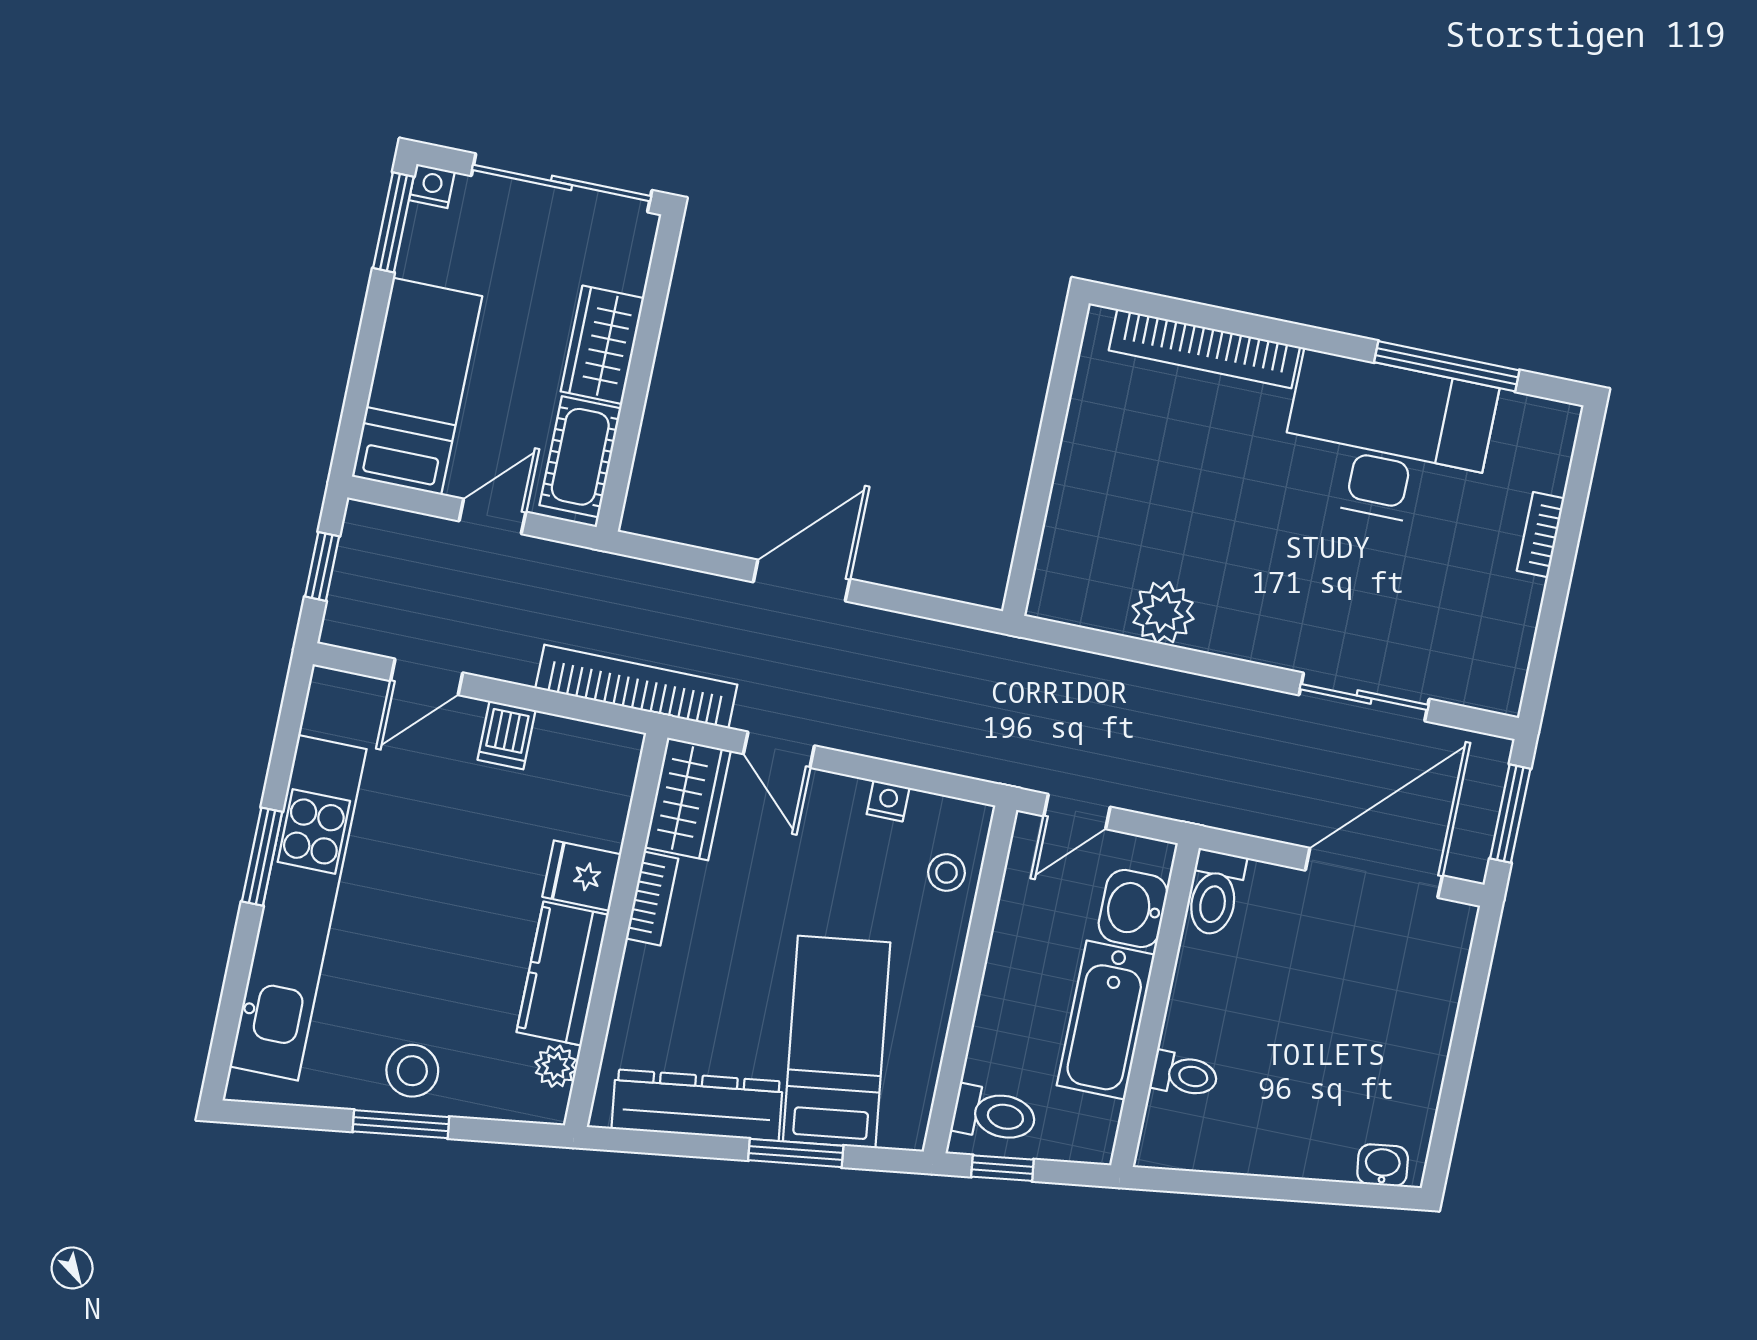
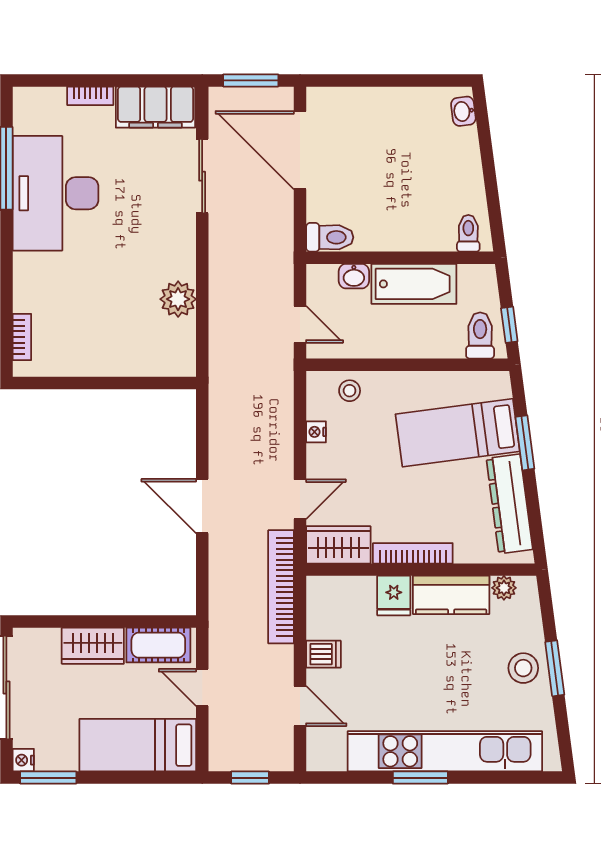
bookcase: (1204, 349) -> (22, 337), width x0.43, depth x0.76
filing cabinet: (1498, 642) -> (156, 107), added
bookcase: (652, 899) -> (413, 553), width x1.56
washbasin: (1133, 908) -> (354, 276), width x0.72, depth x0.69
toilet: (1184, 1075) -> (468, 233), moved

